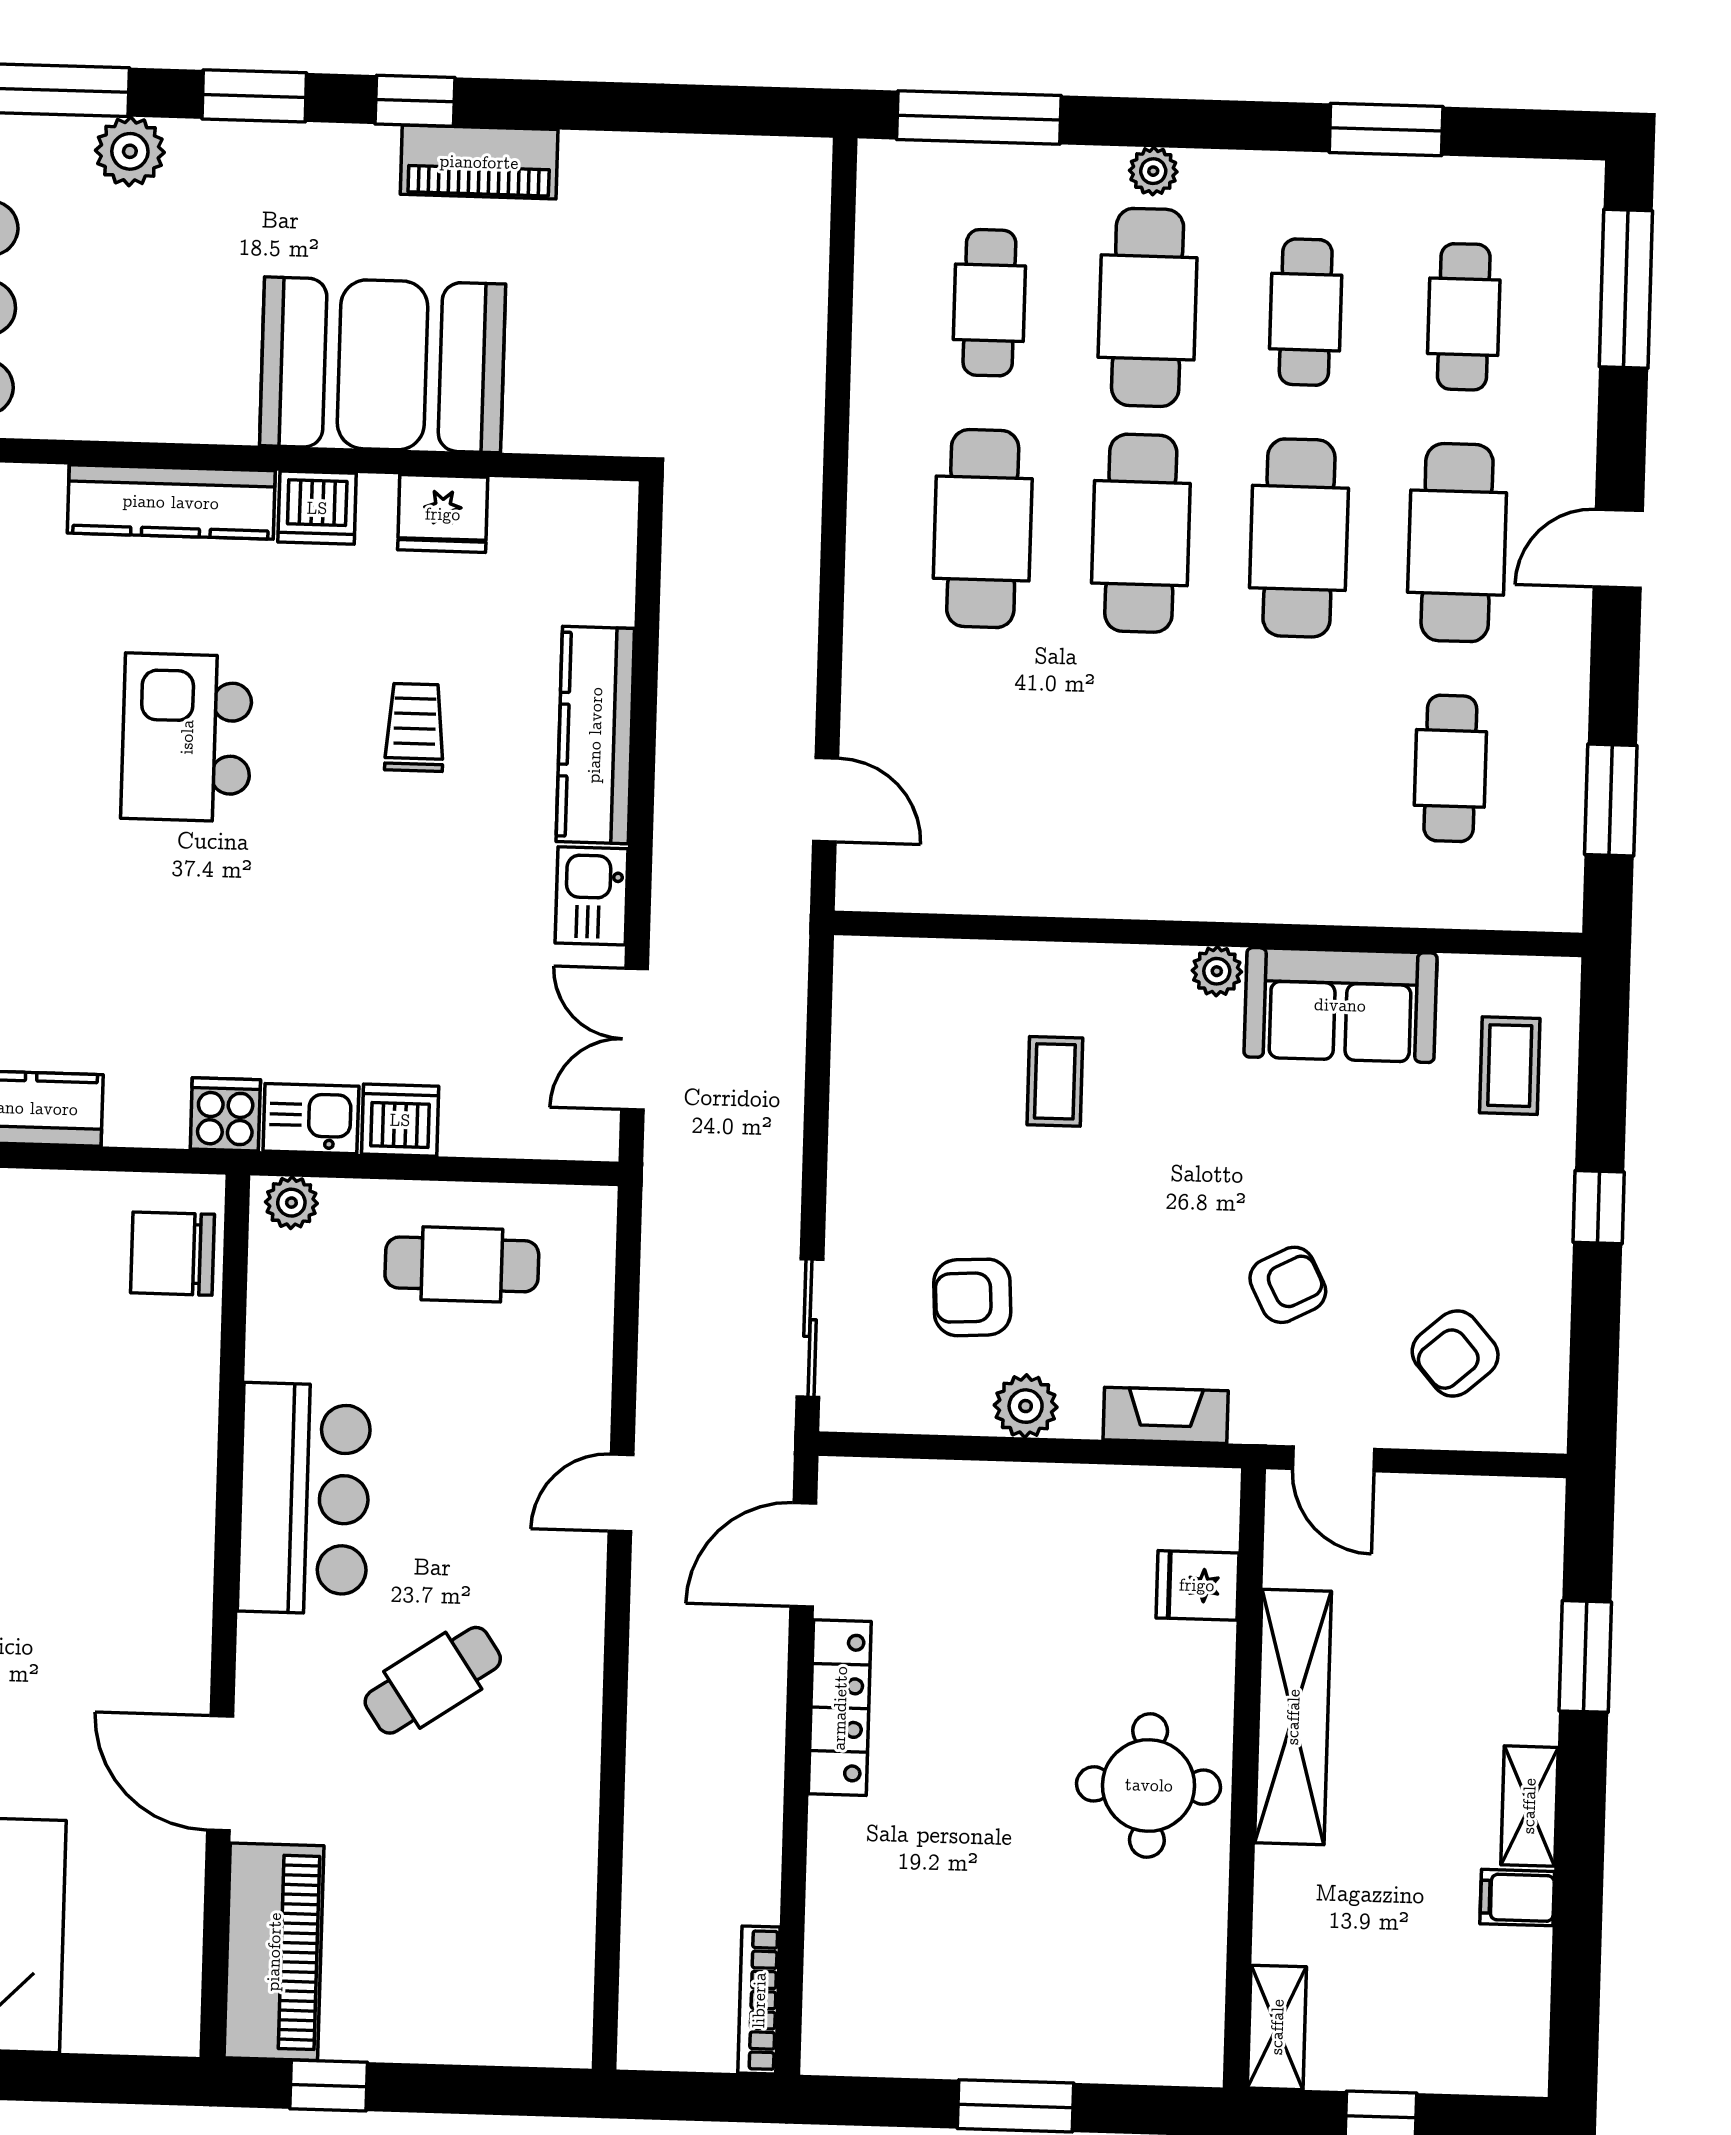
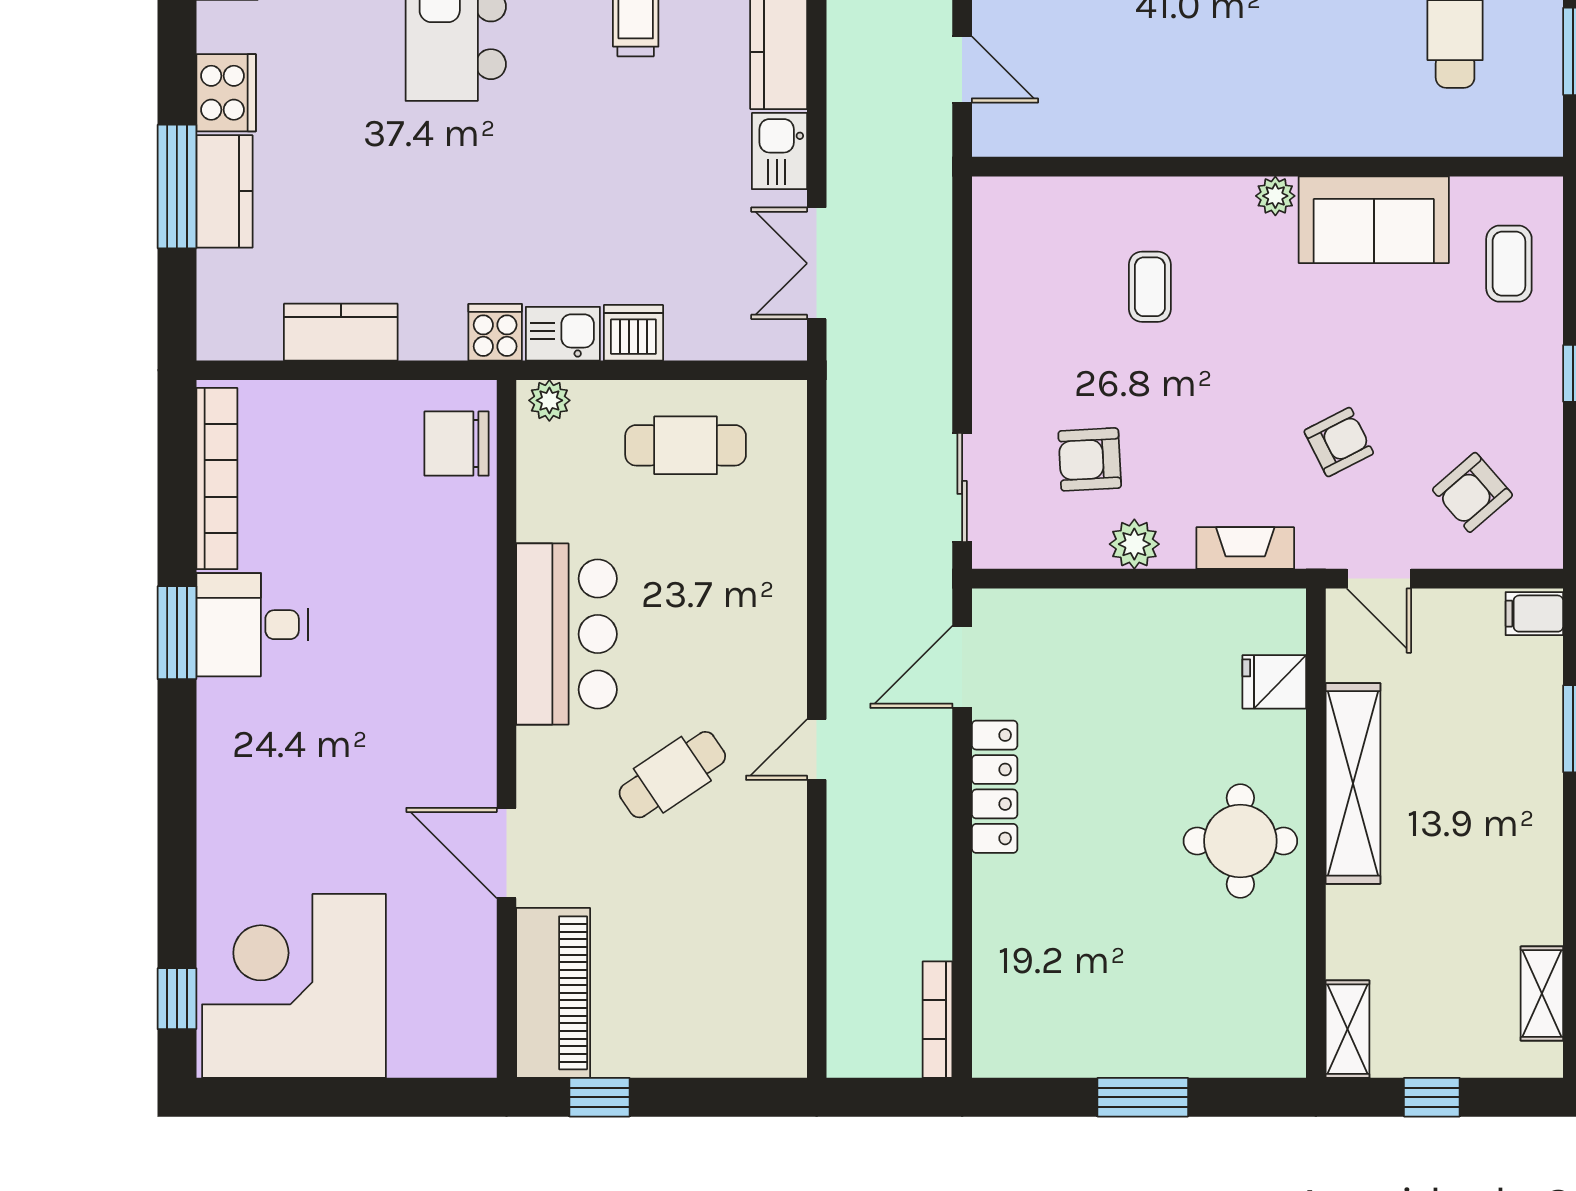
door: (621, 1493) -> (817, 750), moved
shelving: (1529, 1806) -> (1542, 994), moved
filing cabinet: (1517, 1898) -> (1534, 614), moved

